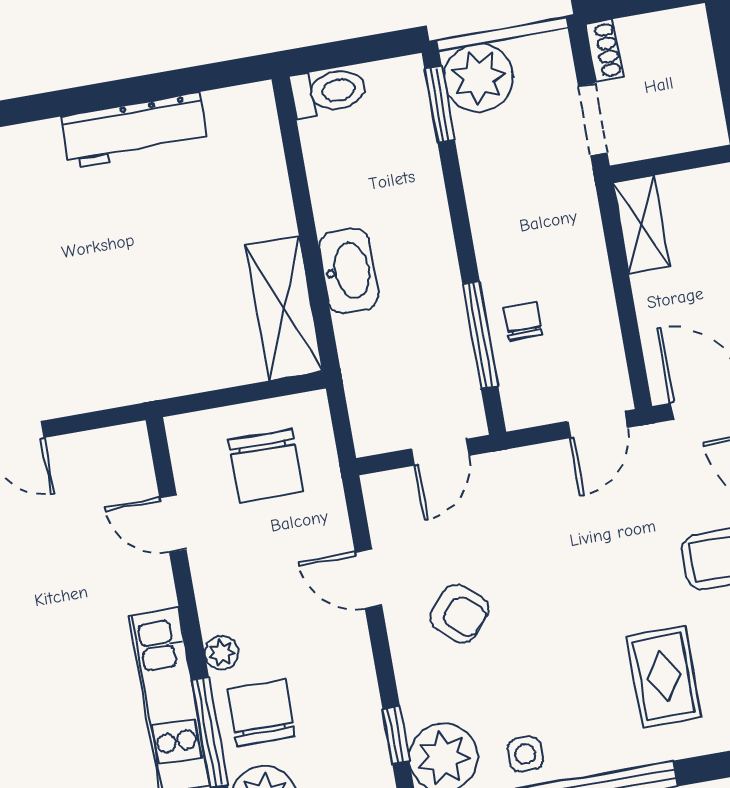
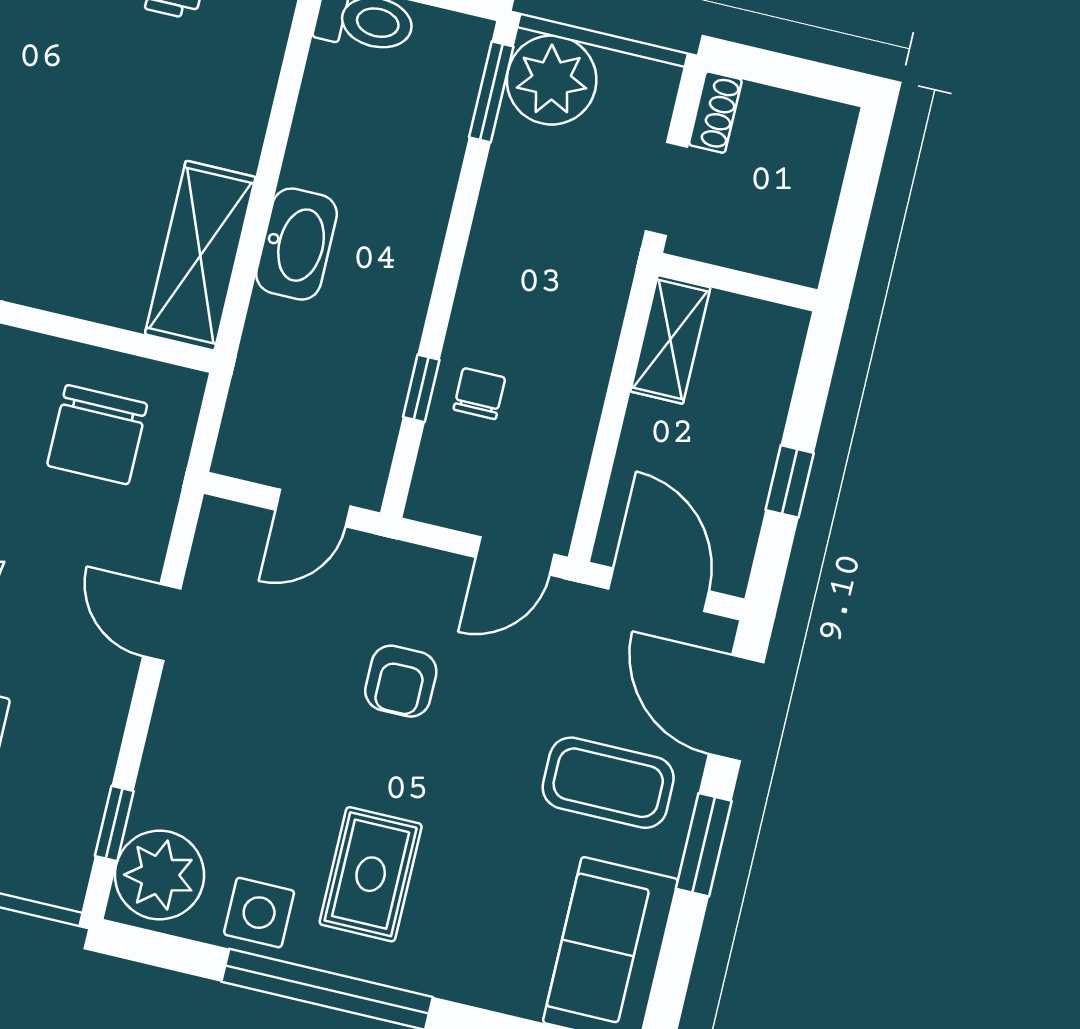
window: (480, 335) -> (421, 388), width x0.46
armchair: (459, 614) -> (401, 681), moved, turned 49
rug: (664, 677) -> (371, 874), moved
side table: (525, 754) -> (259, 913), width x1.37, depth x1.37

